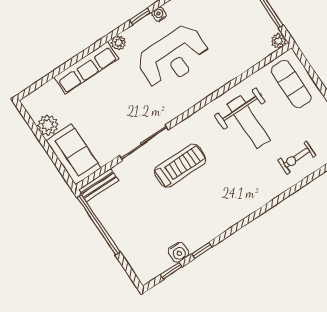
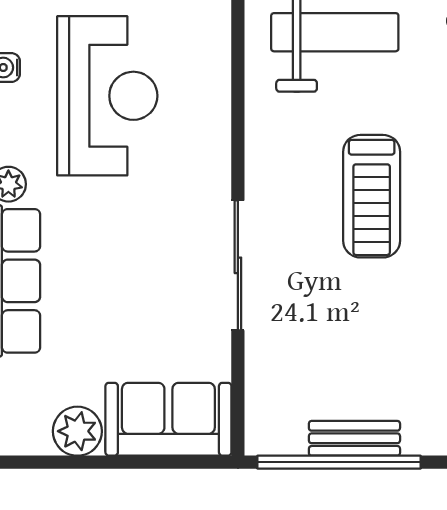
treadmill: (180, 166) -> (372, 196), moved, turned 180
bench: (99, 185) -> (354, 438), moved, turned 90

